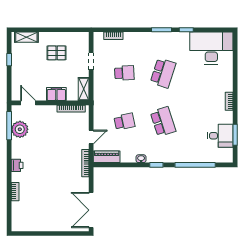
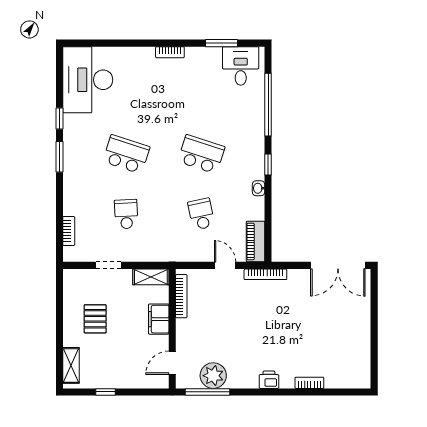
school desk: (163, 122) -> (201, 154), turned 36
desk: (220, 136) -> (241, 66), moved

